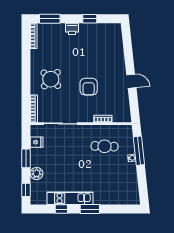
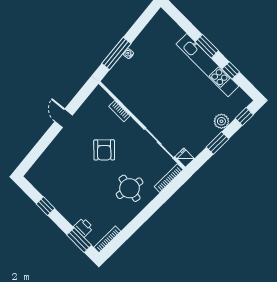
printer: (72, 29) -> (83, 227), moved
round table: (51, 79) -> (130, 188), turned -33
armchair: (89, 87) -> (104, 150), turned 134
fridge: (37, 142) -> (185, 158), moved
cafe table: (104, 146) -> (141, 86), removed
kitchen unit: (70, 198) -> (207, 65), width x1.36

